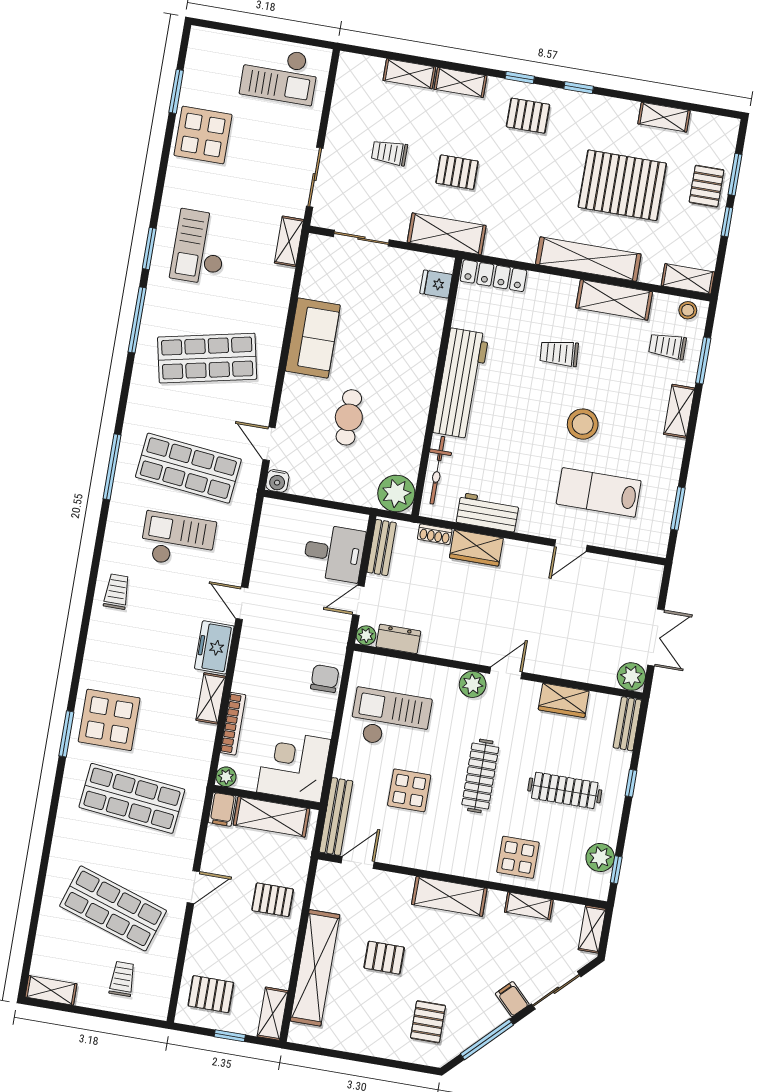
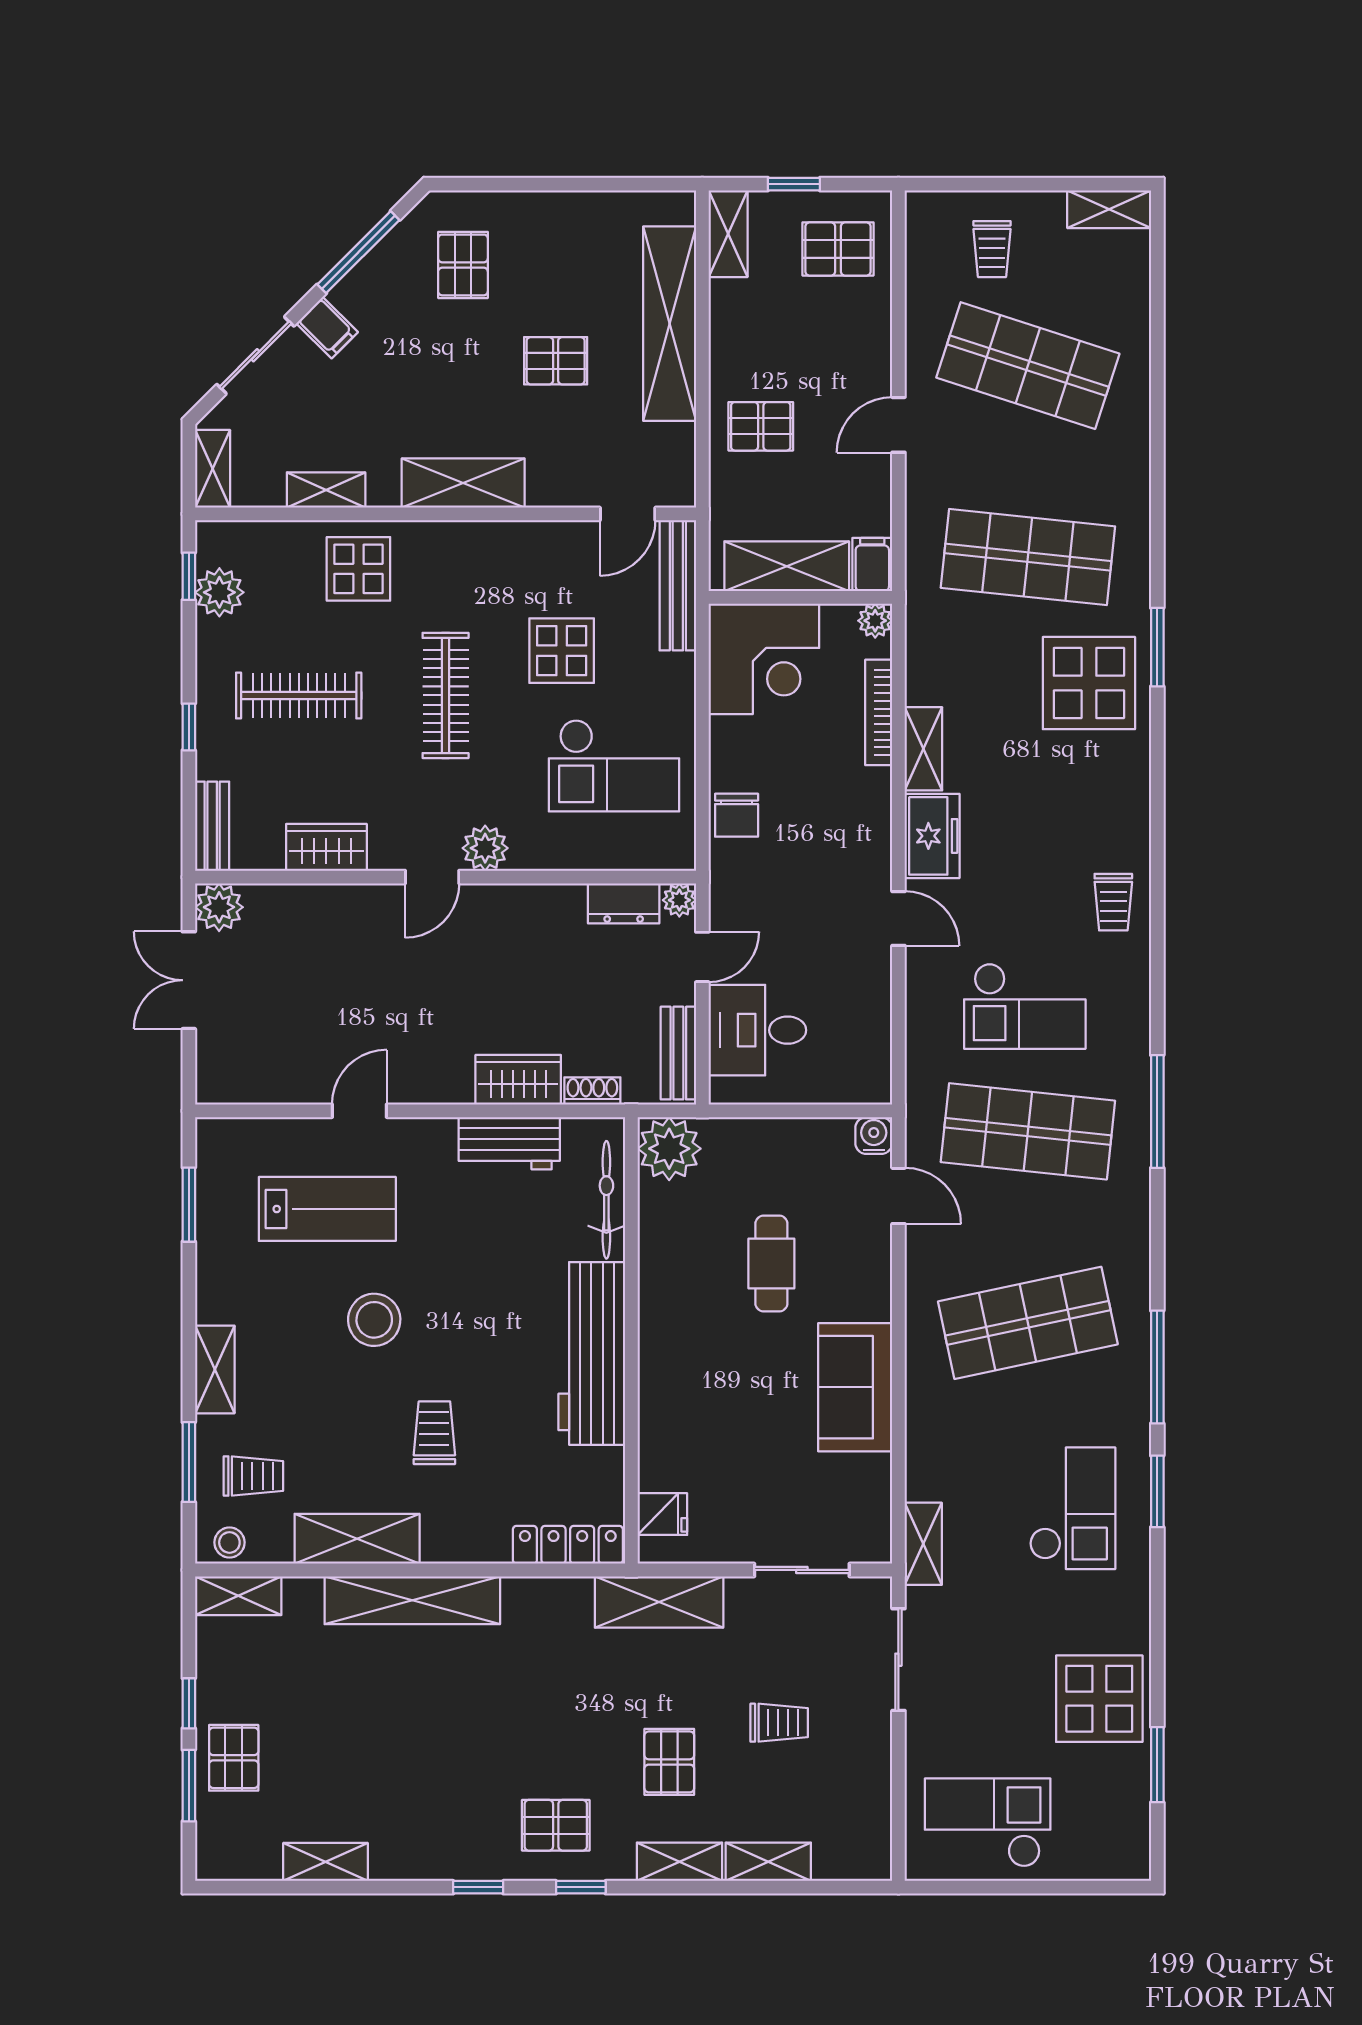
pallet: (457, 172) -> (669, 1762), moved, turned 90
pallet: (622, 185) -> (376, 1735), removed
trolley: (559, 353) -> (434, 1433), turned -86

